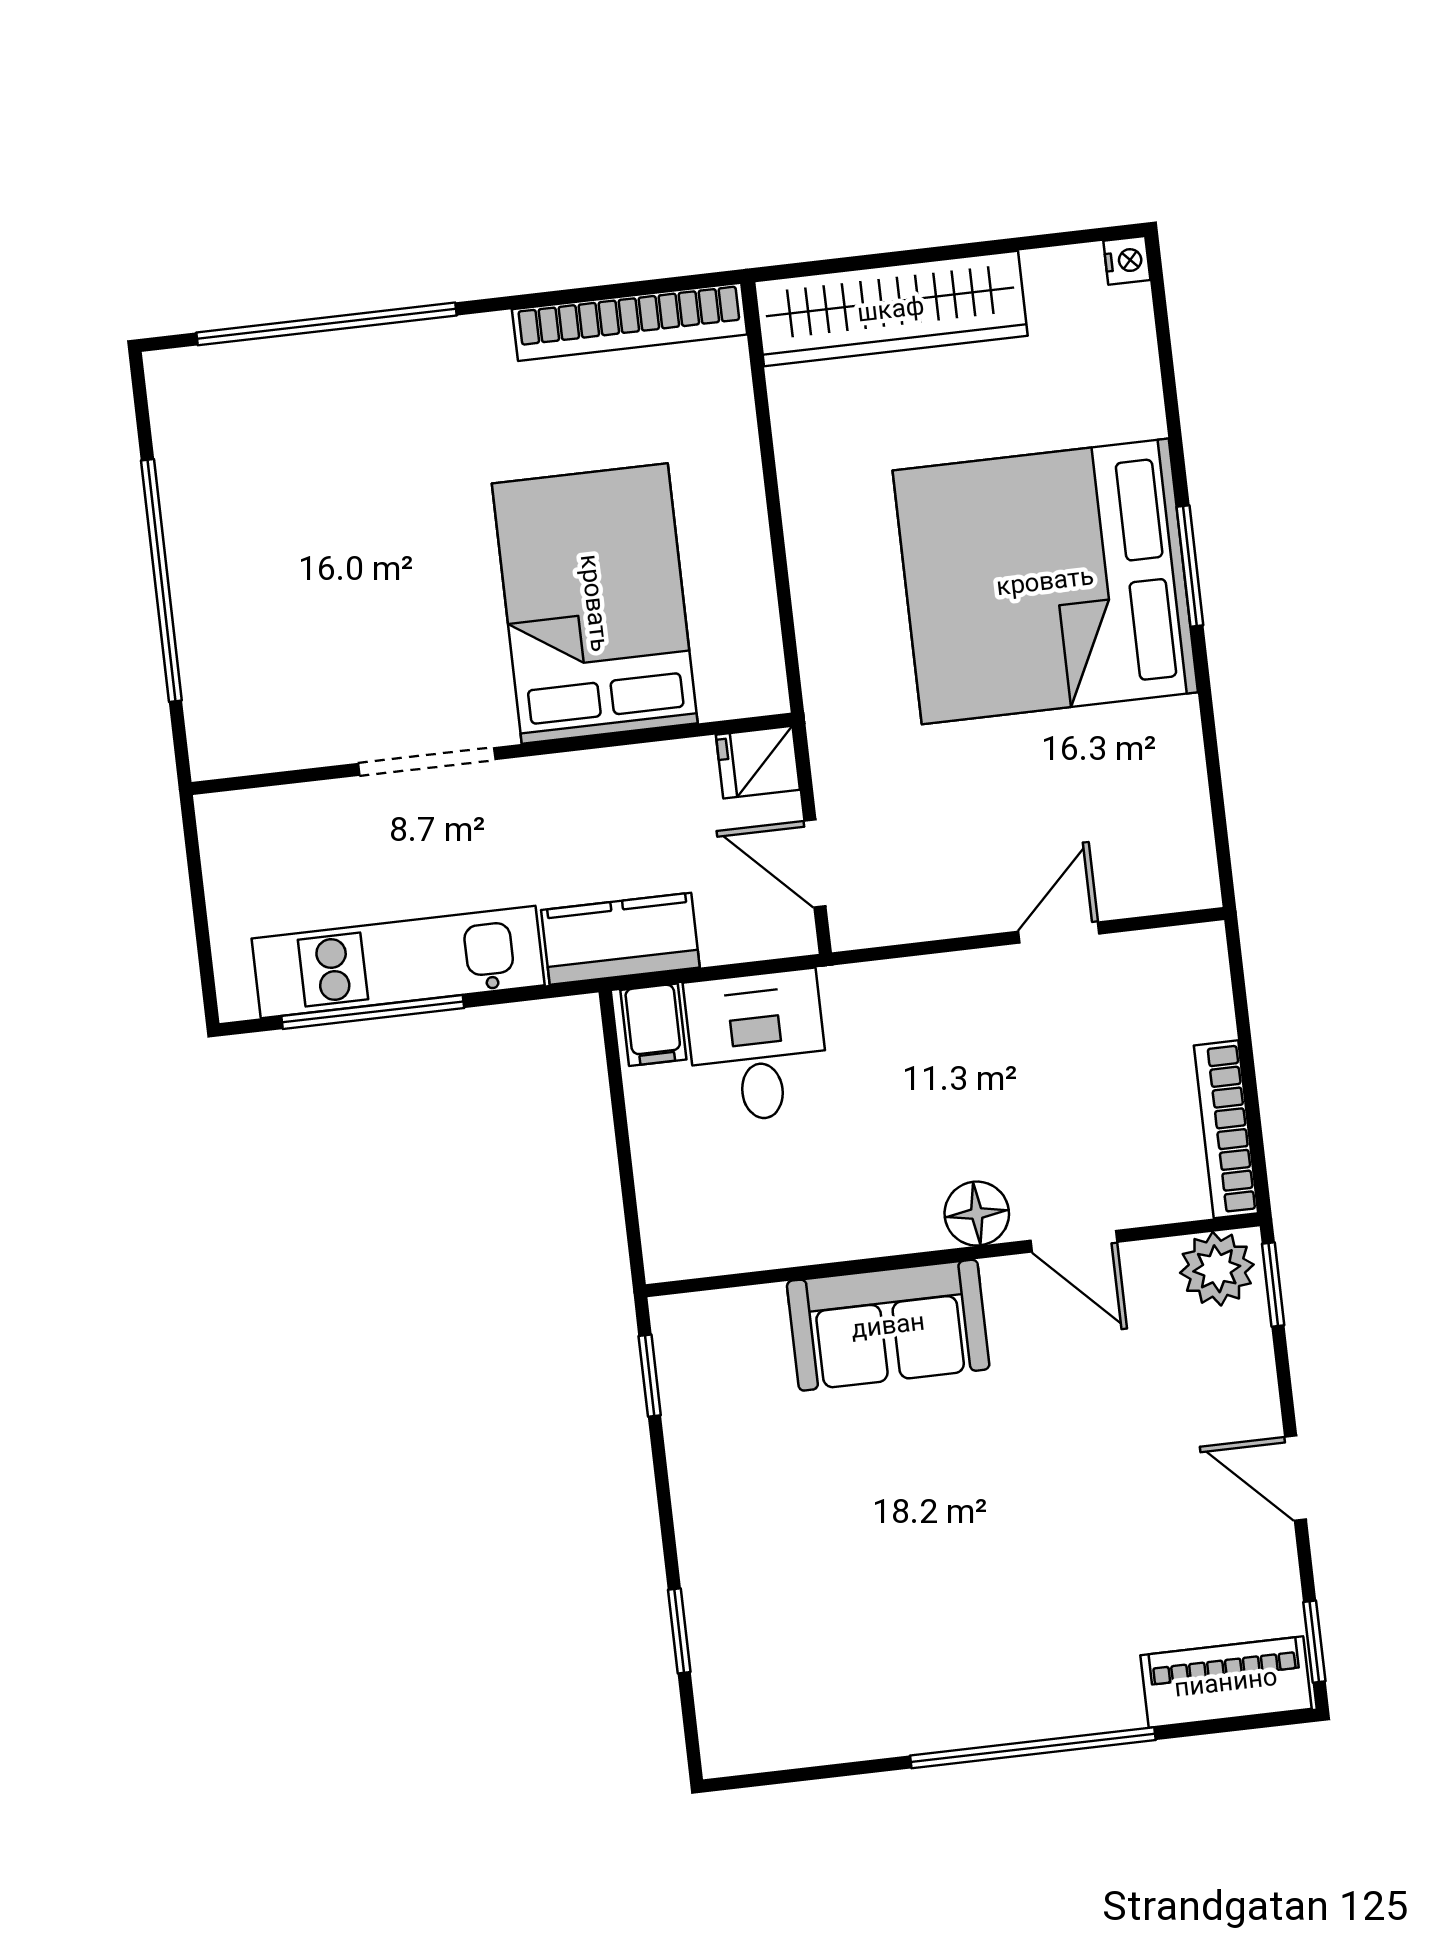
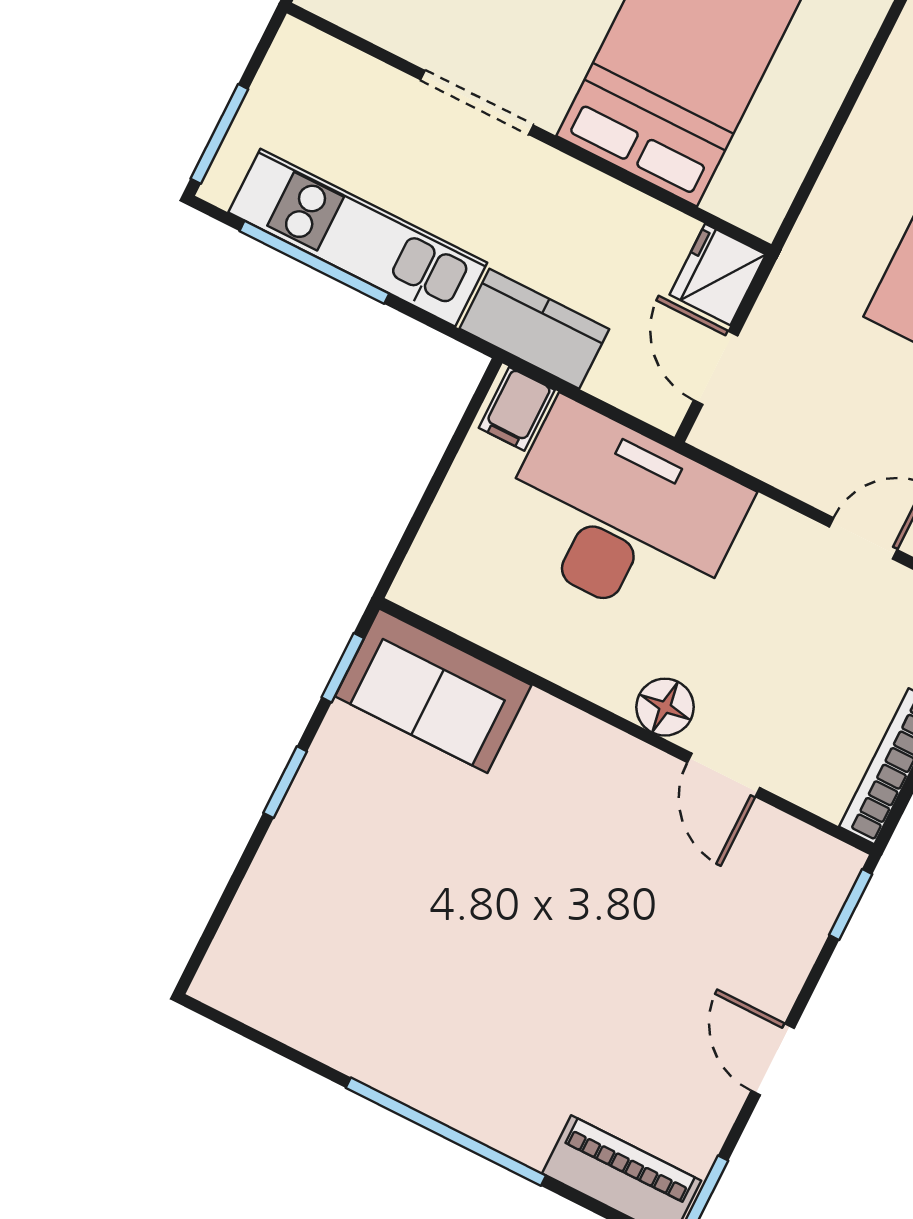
fridge: (758, 762) -> (718, 275), width x1.38
window: (204, 950) -> (219, 134), added
desk: (757, 1047) -> (621, 516), width x1.87, depth x1.30
plant: (1217, 1269) -> (817, 865), removed
sofa: (888, 1325) -> (433, 691), moved
window: (679, 1631) -> (285, 782), moved

